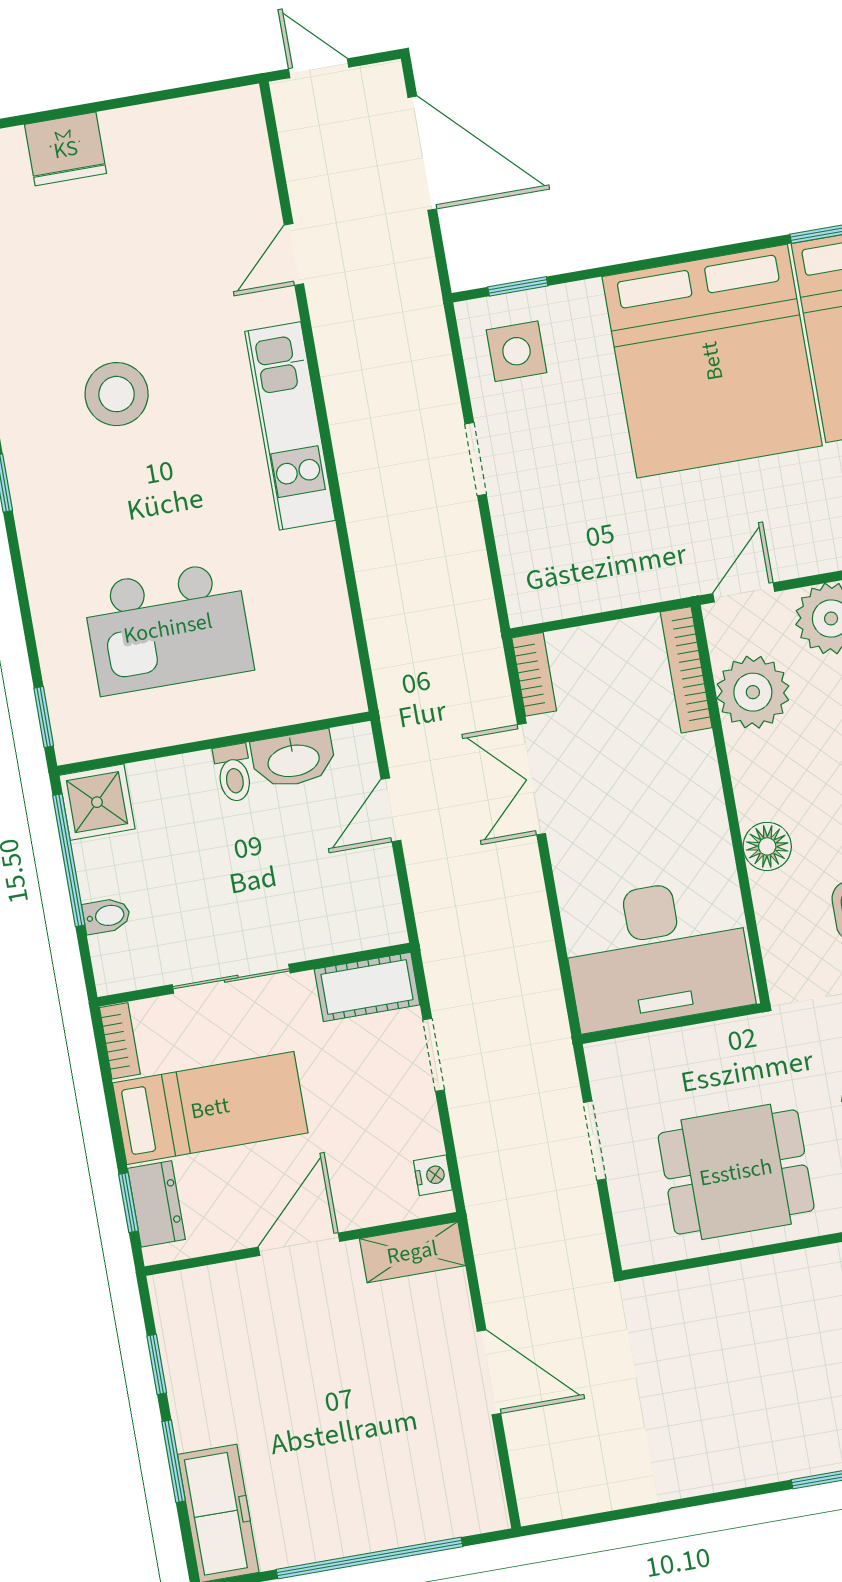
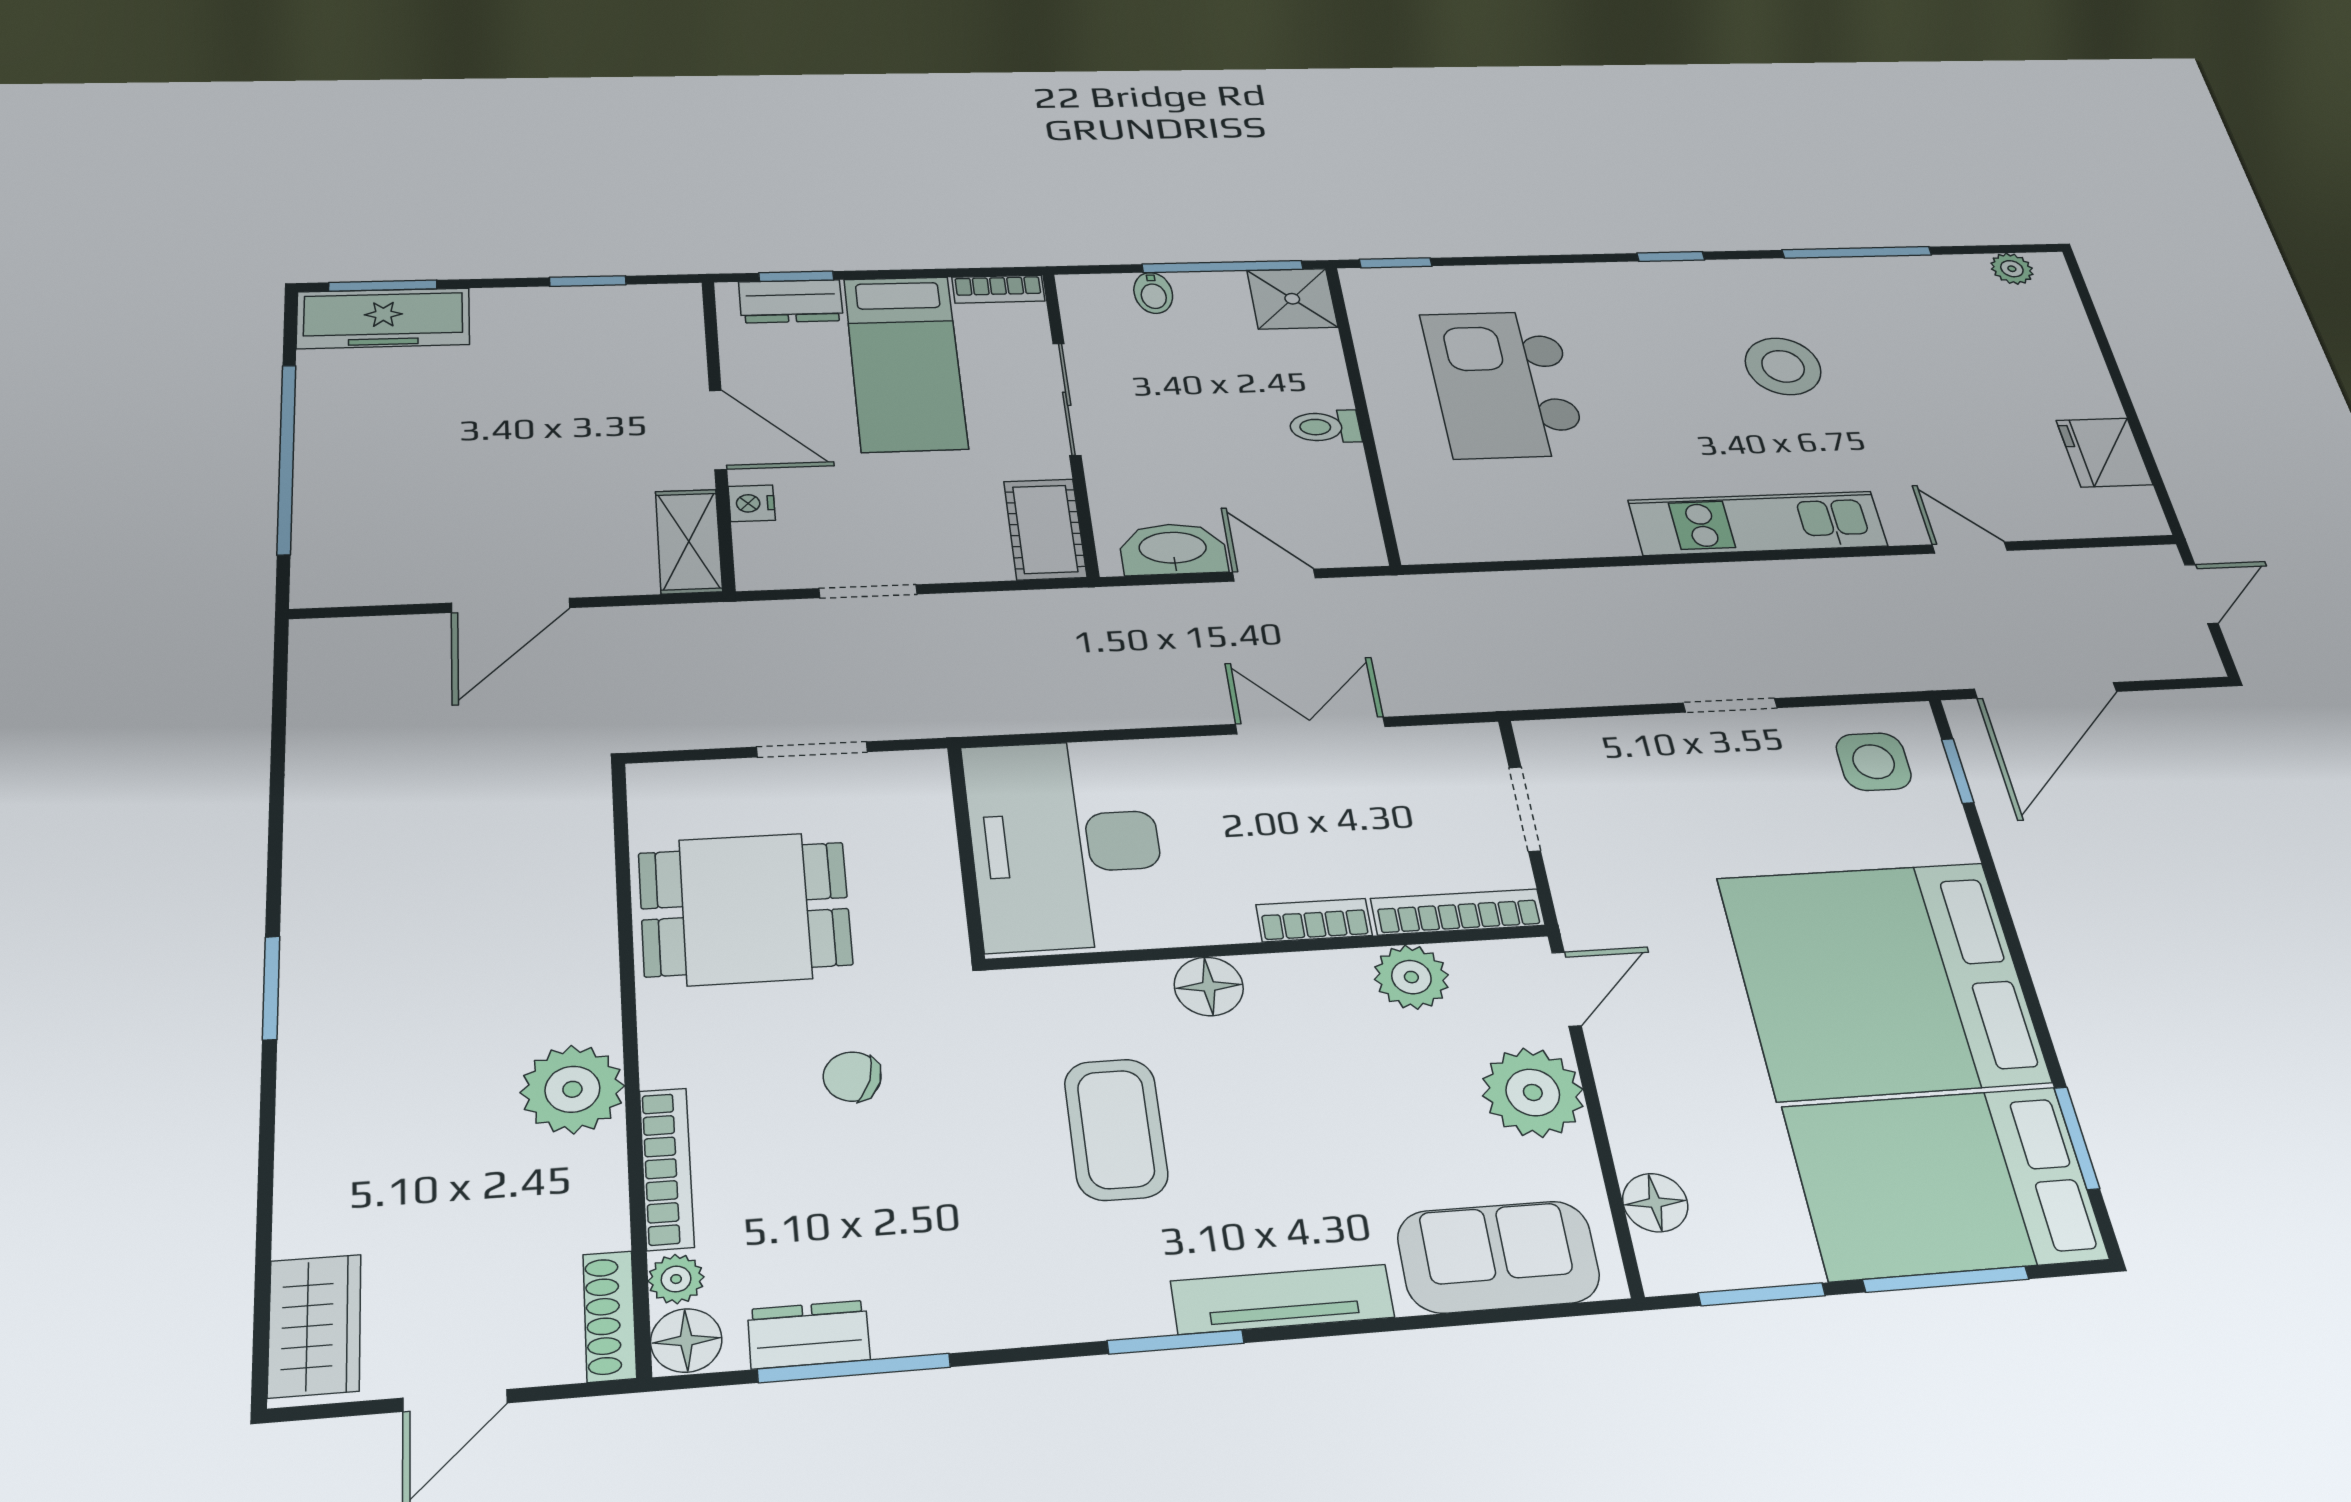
fridge: (66, 149) -> (2104, 452), moved
door: (422, 153) -> (2046, 690), moved
door: (744, 592) -> (1566, 989), hinge flipped
doorway: (590, 619) -> (1525, 809), added
bookcase: (534, 674) -> (1314, 920), moved, turned 180
plant: (753, 692) -> (1411, 977), width x0.73, depth x0.73
washbasin: (293, 759) -> (1173, 549), moved, turned 90
doorway: (434, 1055) -> (868, 591), moved
dining table: (736, 1172) -> (745, 909), turned 90
nightstand: (433, 1175) -> (752, 503), moved, turned 90
window: (174, 1461) -> (383, 286), moved

